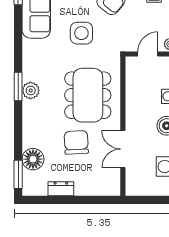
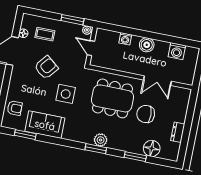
window: (18, 174) -> (135, 157), moved

